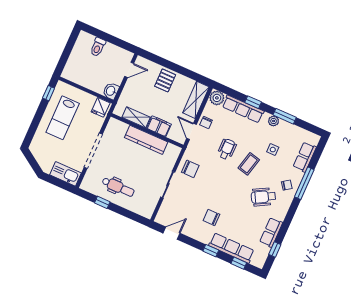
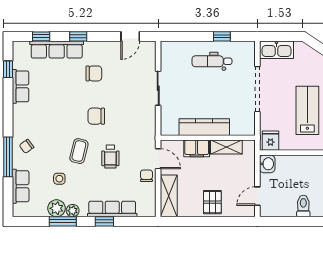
plant: (217, 98) -> (57, 208), moved
chair: (190, 169) -> (96, 116), moved
wheelchair: (263, 197) -> (47, 122), removed

